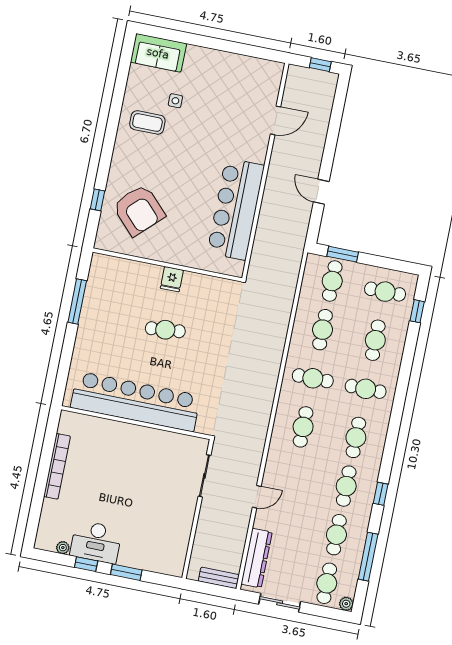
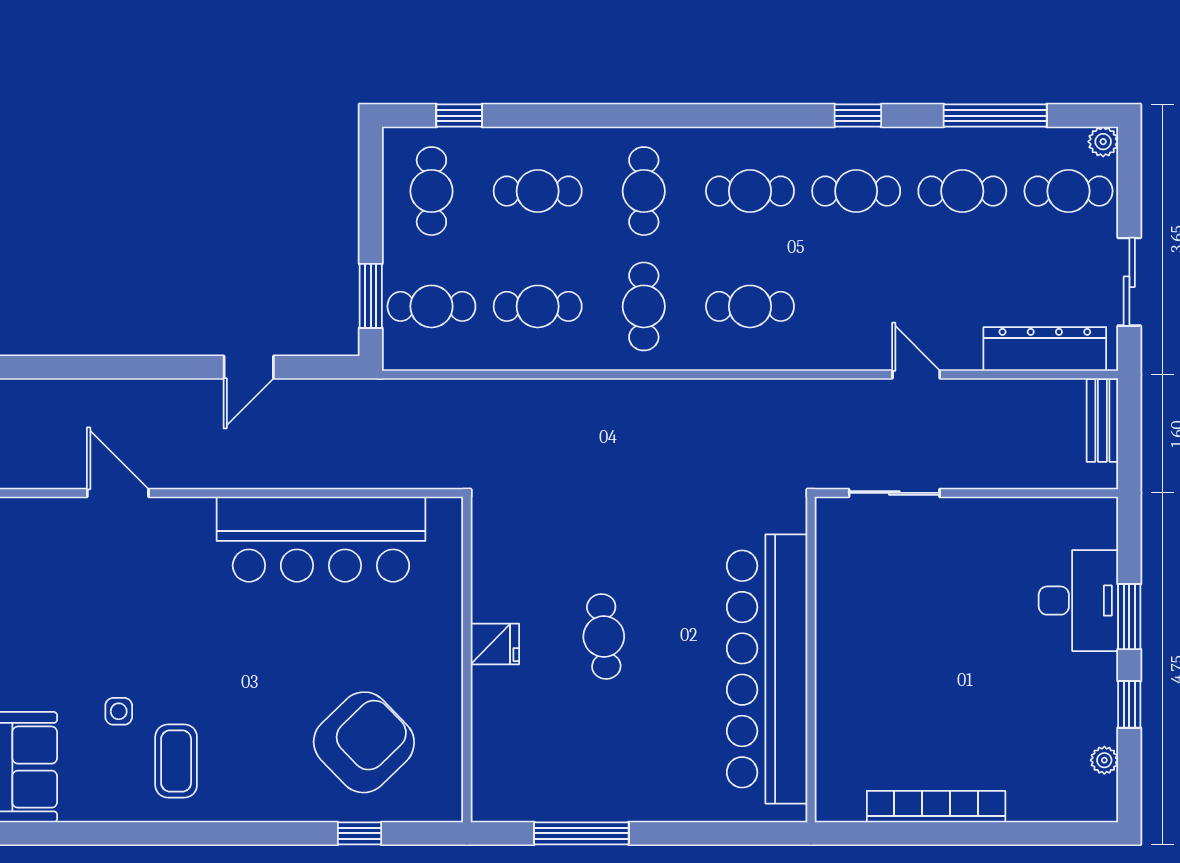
desk: (96, 542) -> (1078, 601), moved

